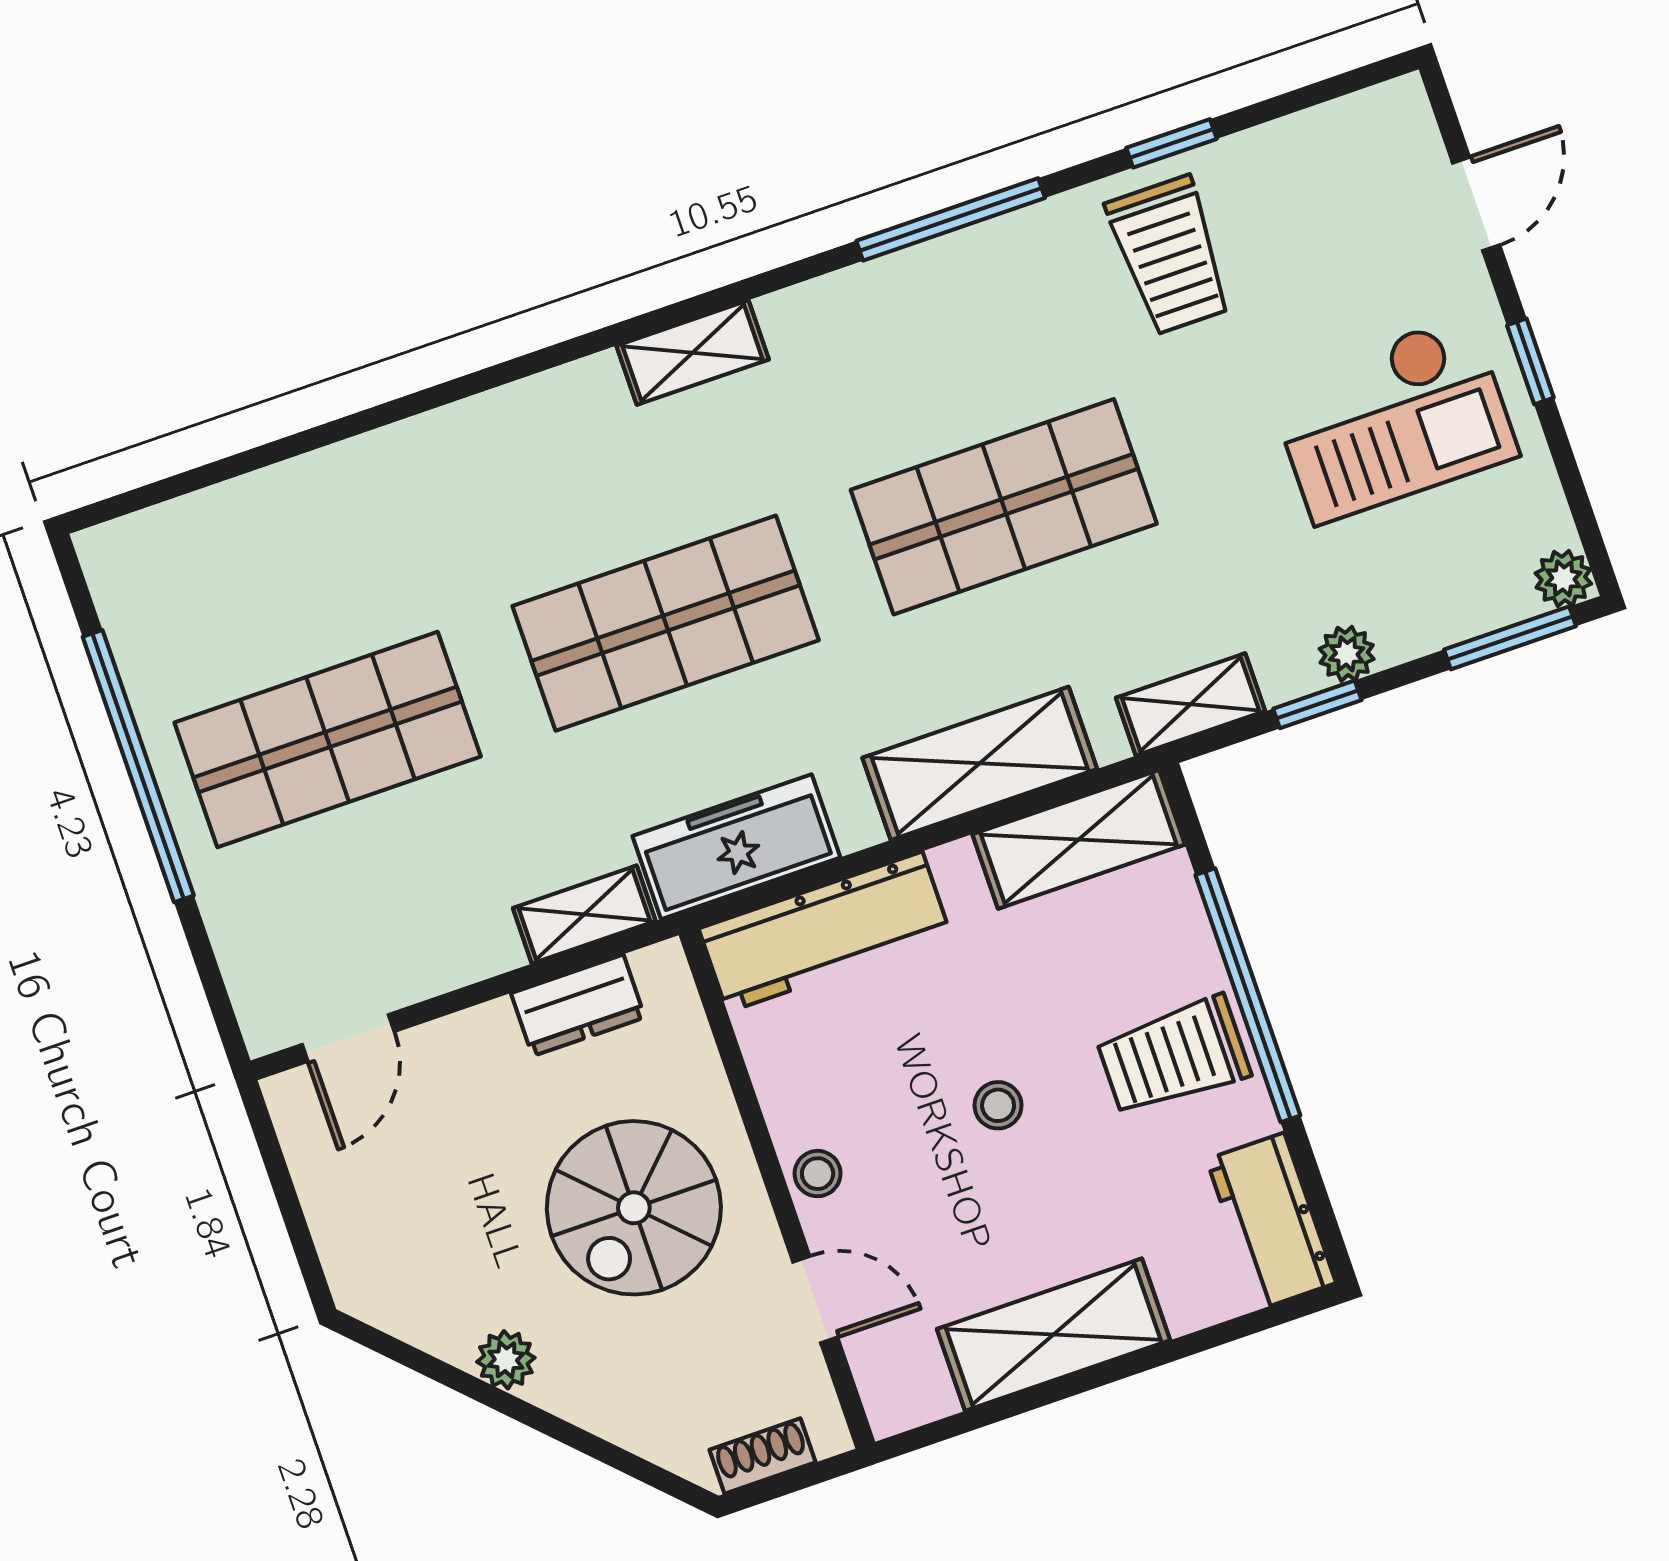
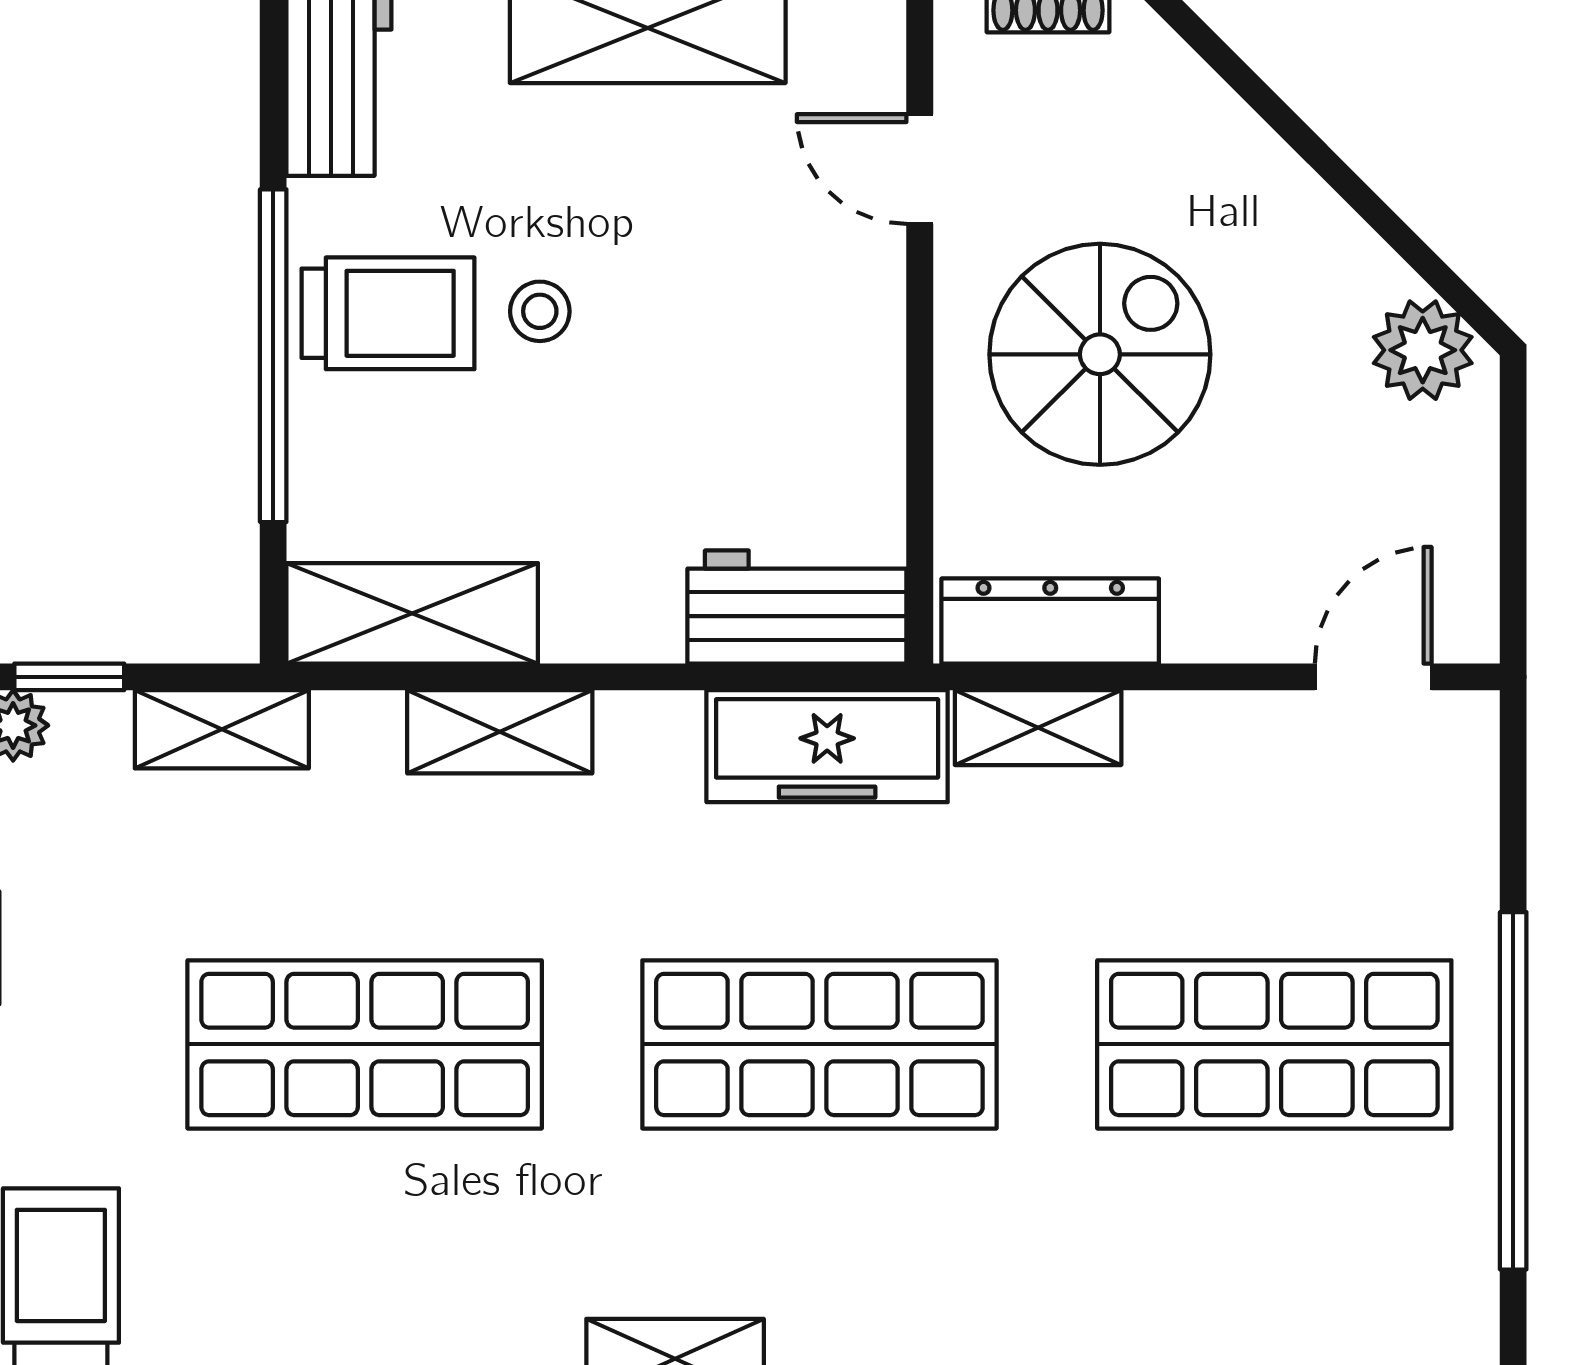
shelving: (980, 763) -> (500, 732), width x0.67, depth x0.75
workbench: (825, 932) -> (797, 607), width x0.73
dresser: (578, 1005) -> (1050, 621), width x1.44
stool: (998, 1105) -> (540, 311), moved
stool: (818, 1174) -> (865, 319), removed
plant: (506, 1360) -> (1423, 350), moved, width x1.38, depth x1.38

